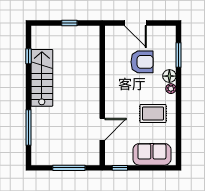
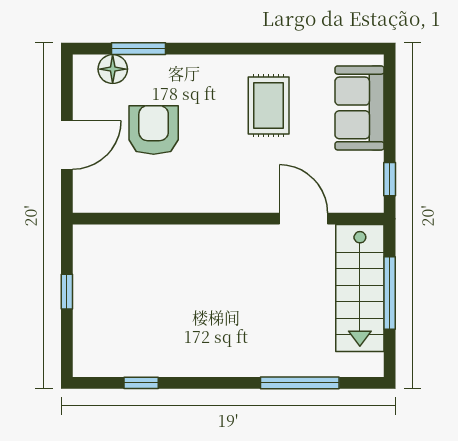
floor lamp: (169, 76) -> (113, 69), moved
stairs: (42, 78) -> (360, 288), moved, turned -90
plant: (171, 89) -> (213, 66), removed

